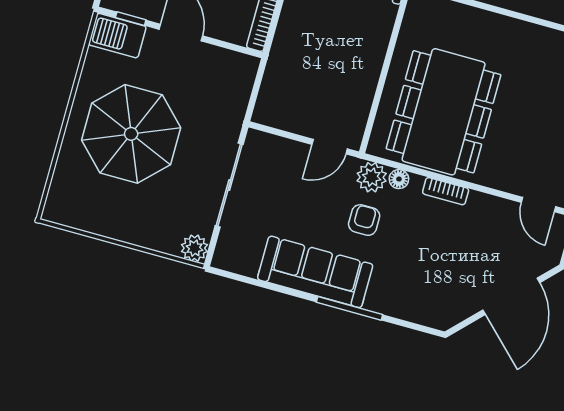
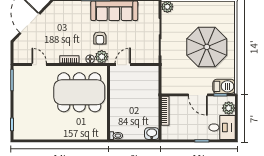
dining table: (444, 112) -> (79, 92), turned 90
door: (538, 205) -> (39, 65), moved

